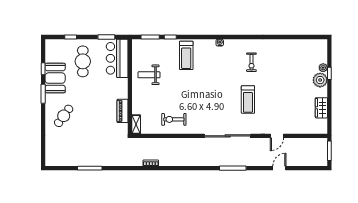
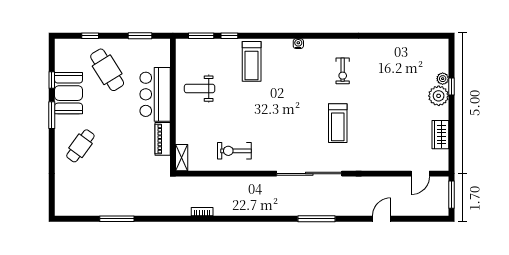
bar counter: (117, 58) -> (155, 94), moved
cafe table: (83, 61) -> (107, 70), turned -32
door: (277, 136) -> (420, 174), moved

